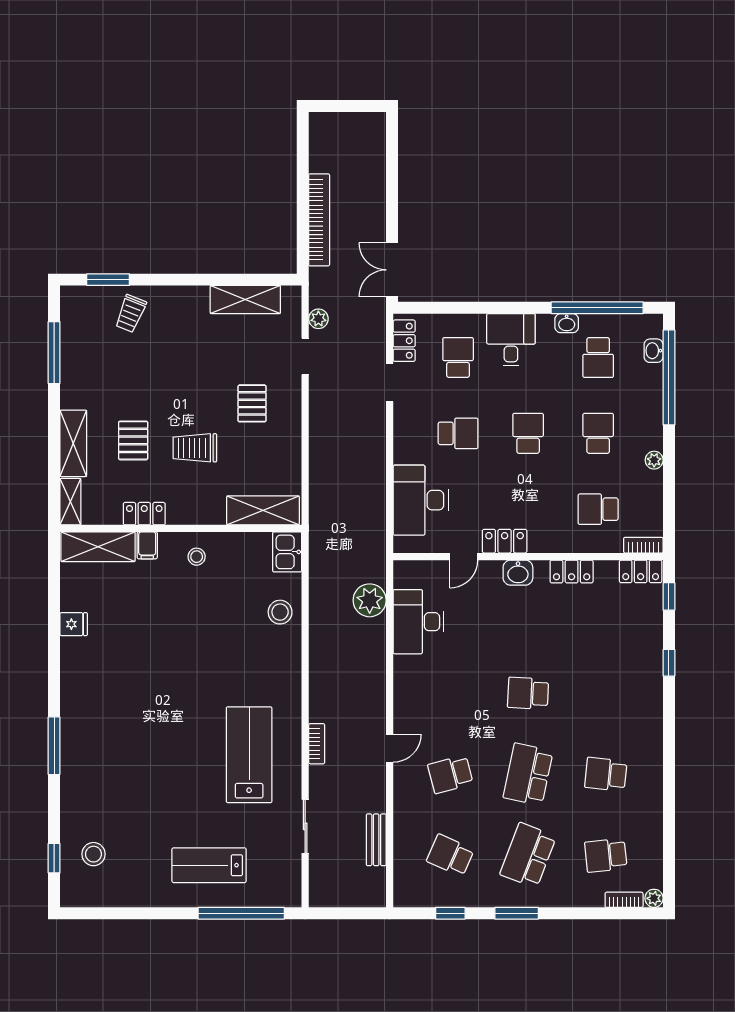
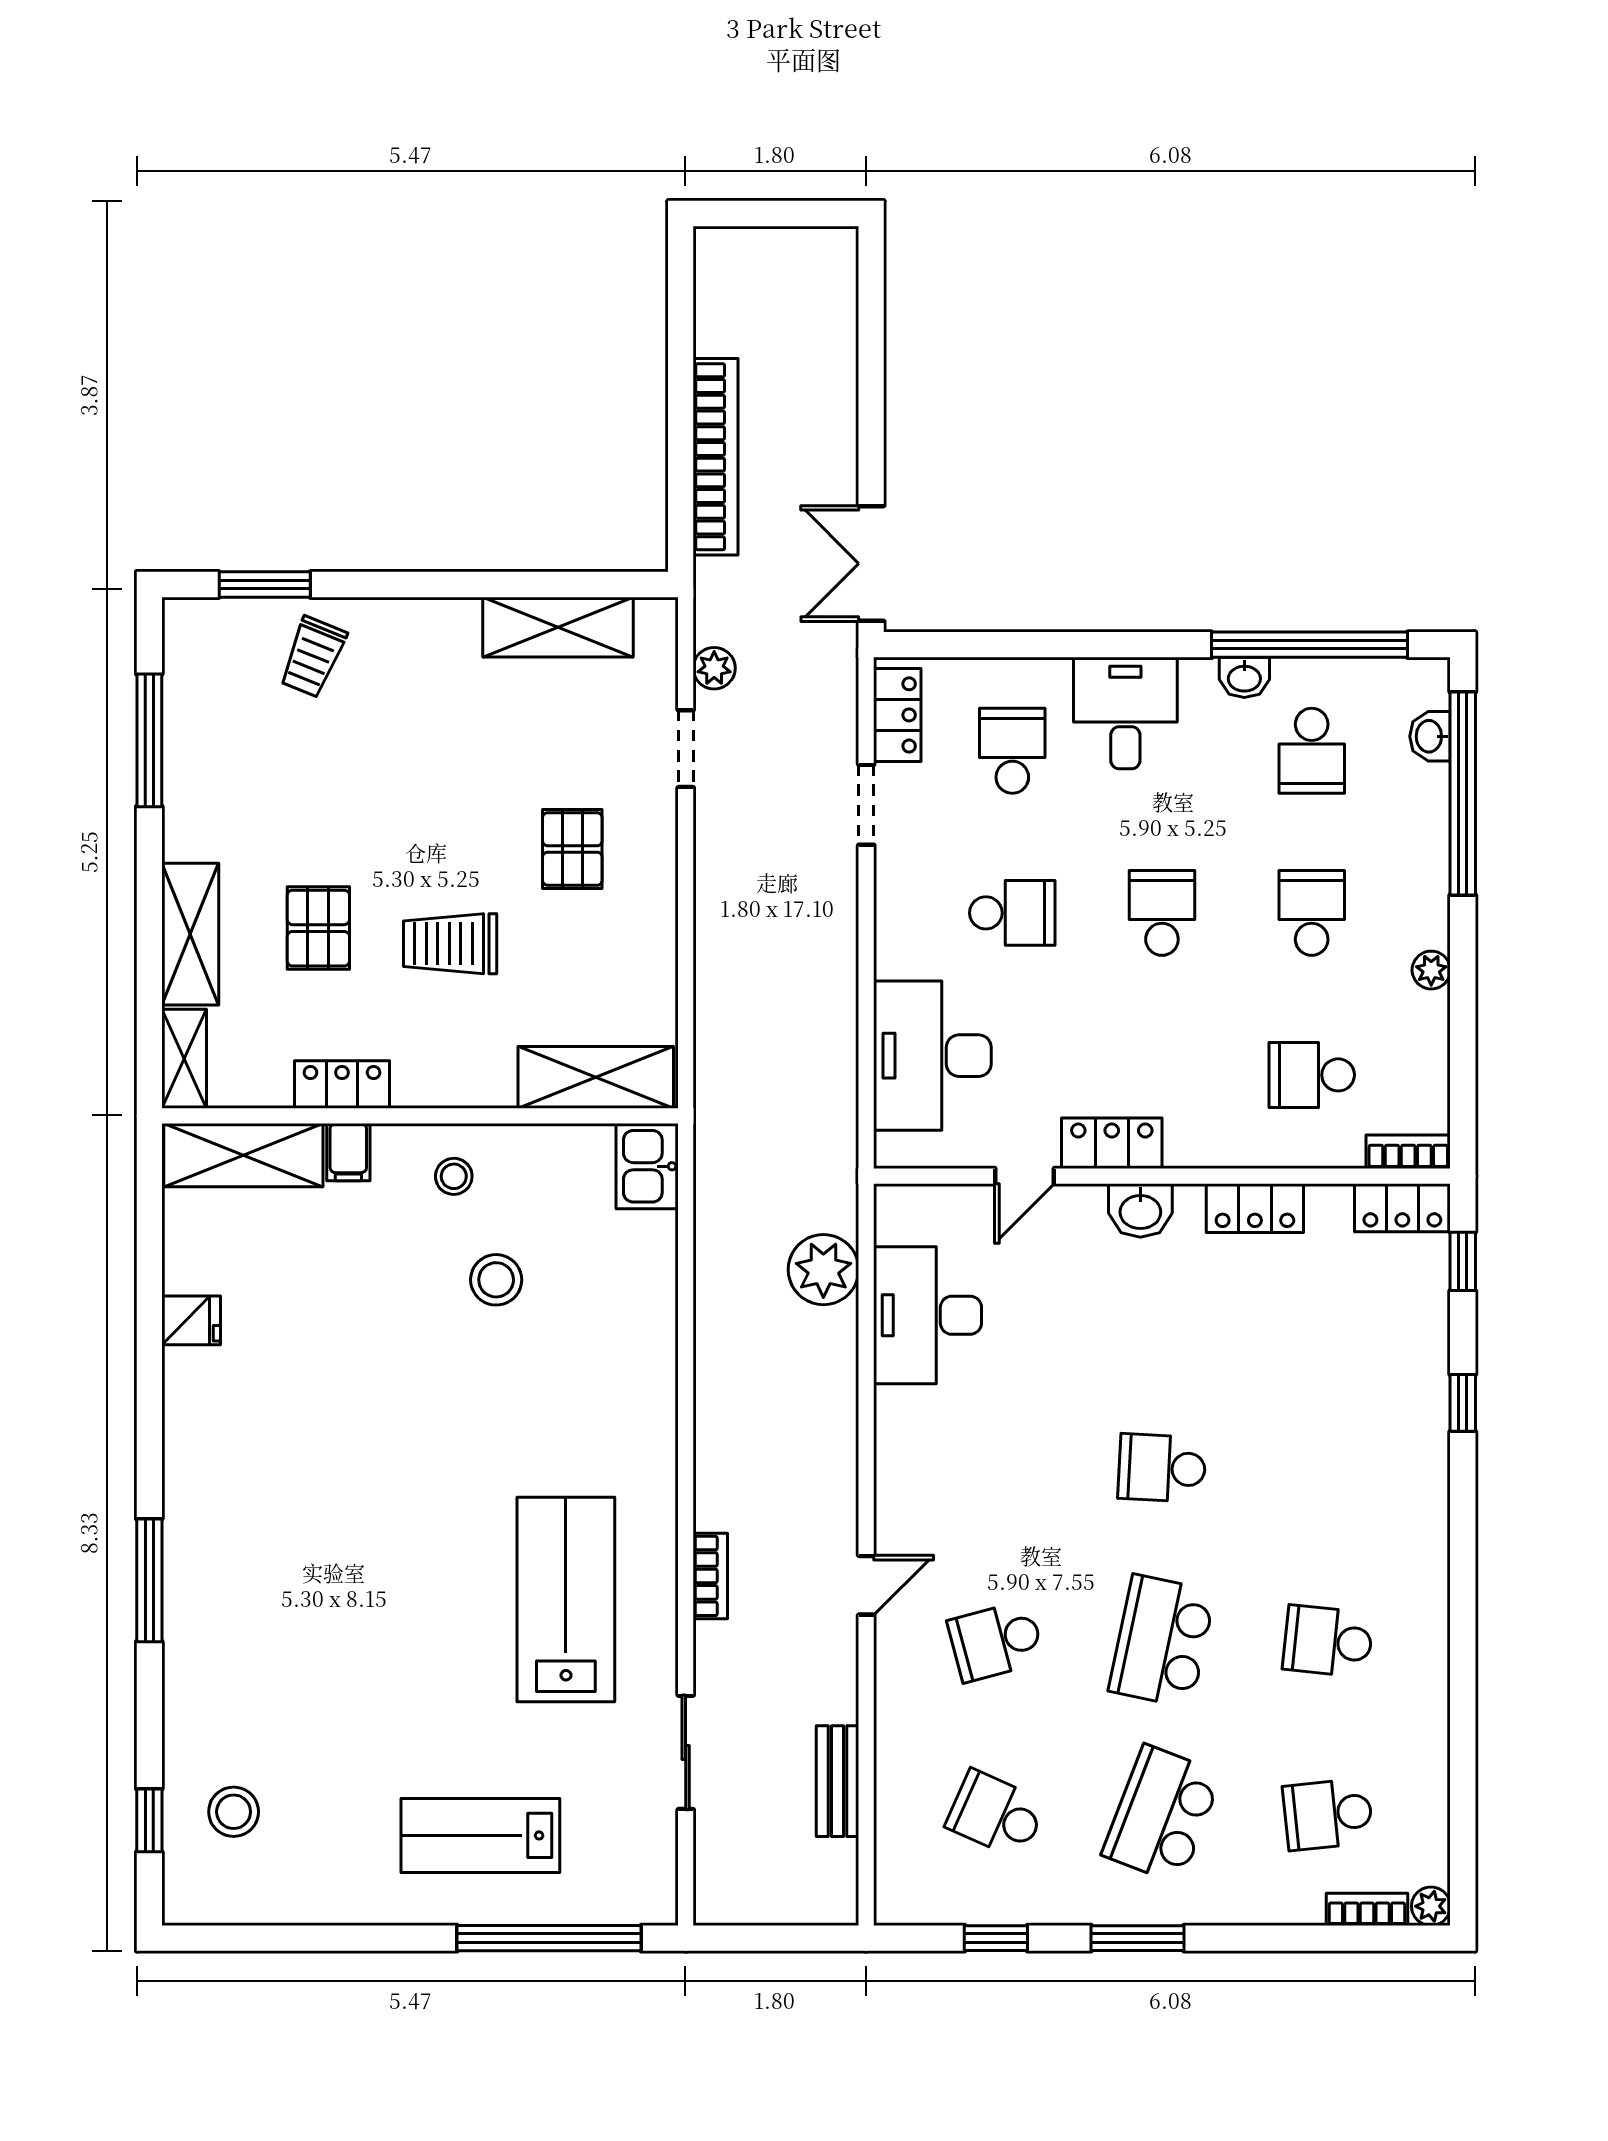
stool: (280, 612) -> (496, 1280), moved

